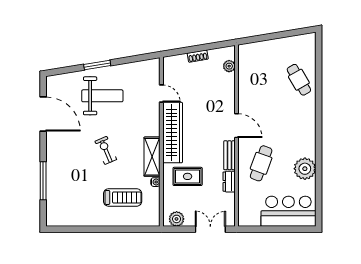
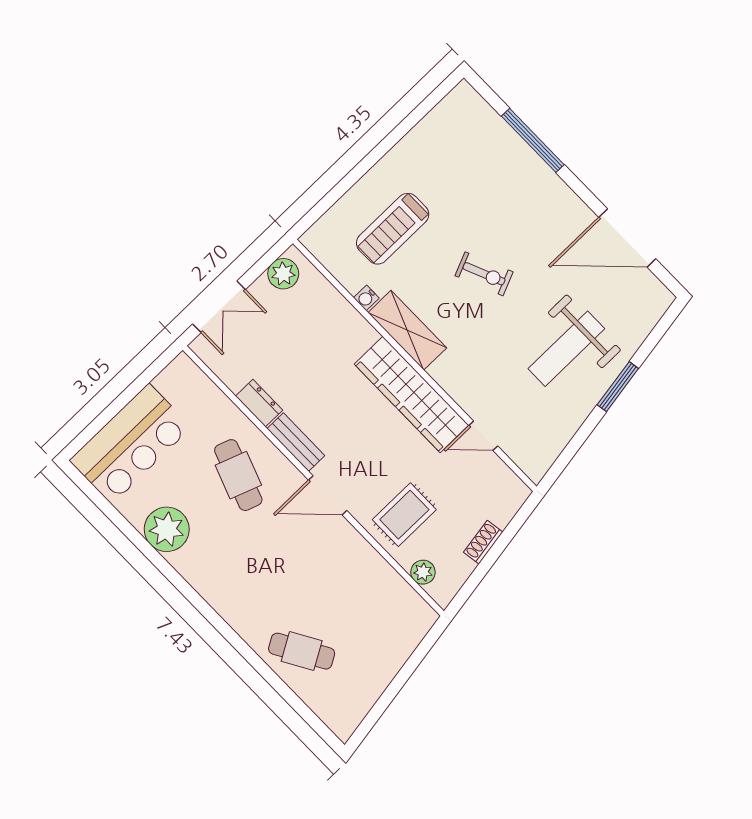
rug: (188, 176) -> (404, 515), moved

